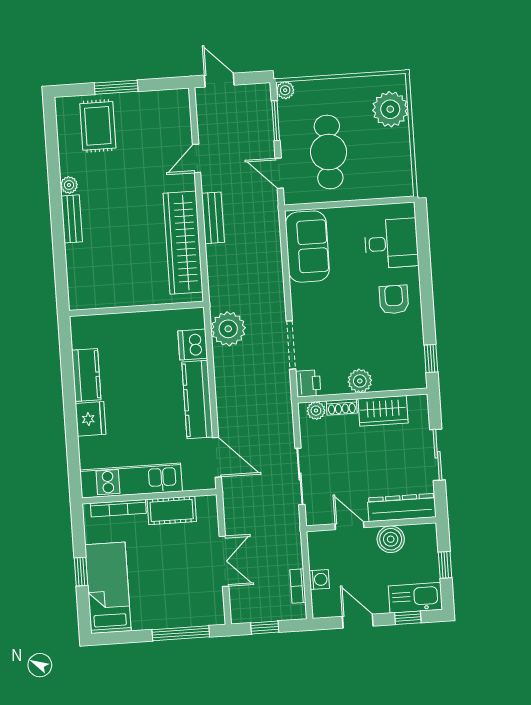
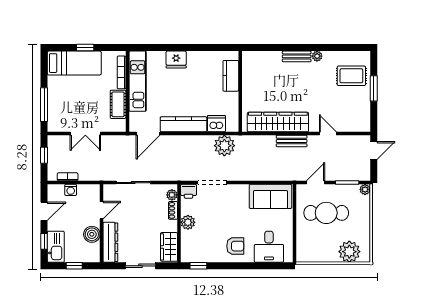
kitchen counter: (86, 375) -> (231, 76), moved, turned 90
wardrobe: (383, 411) -> (169, 247), moved

